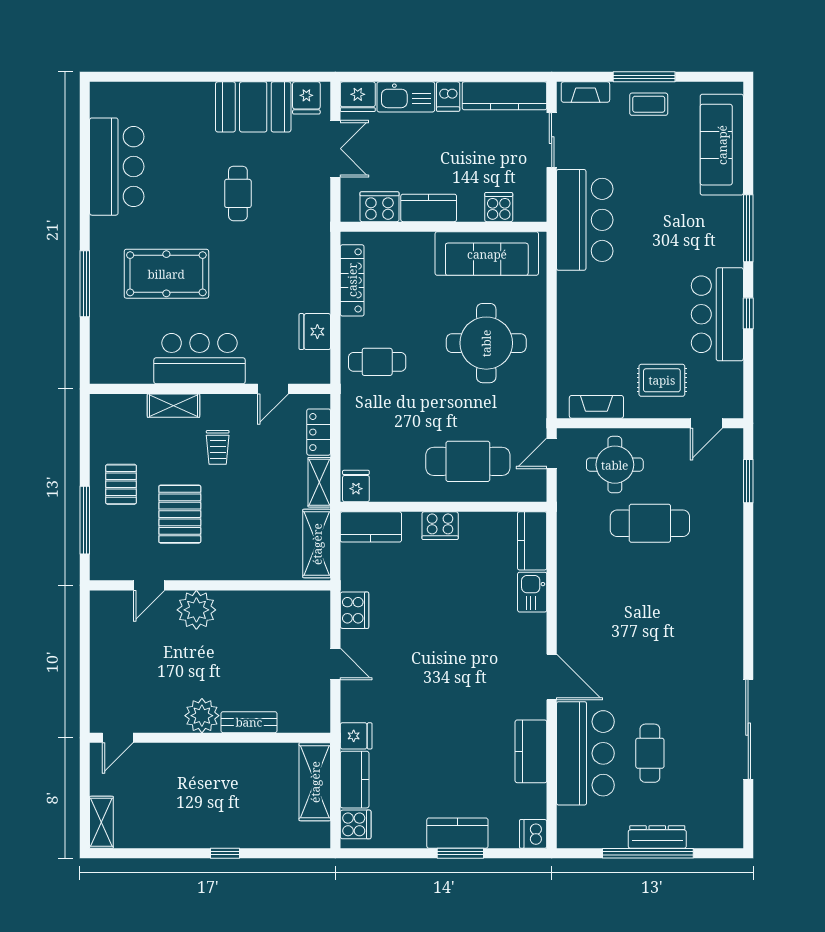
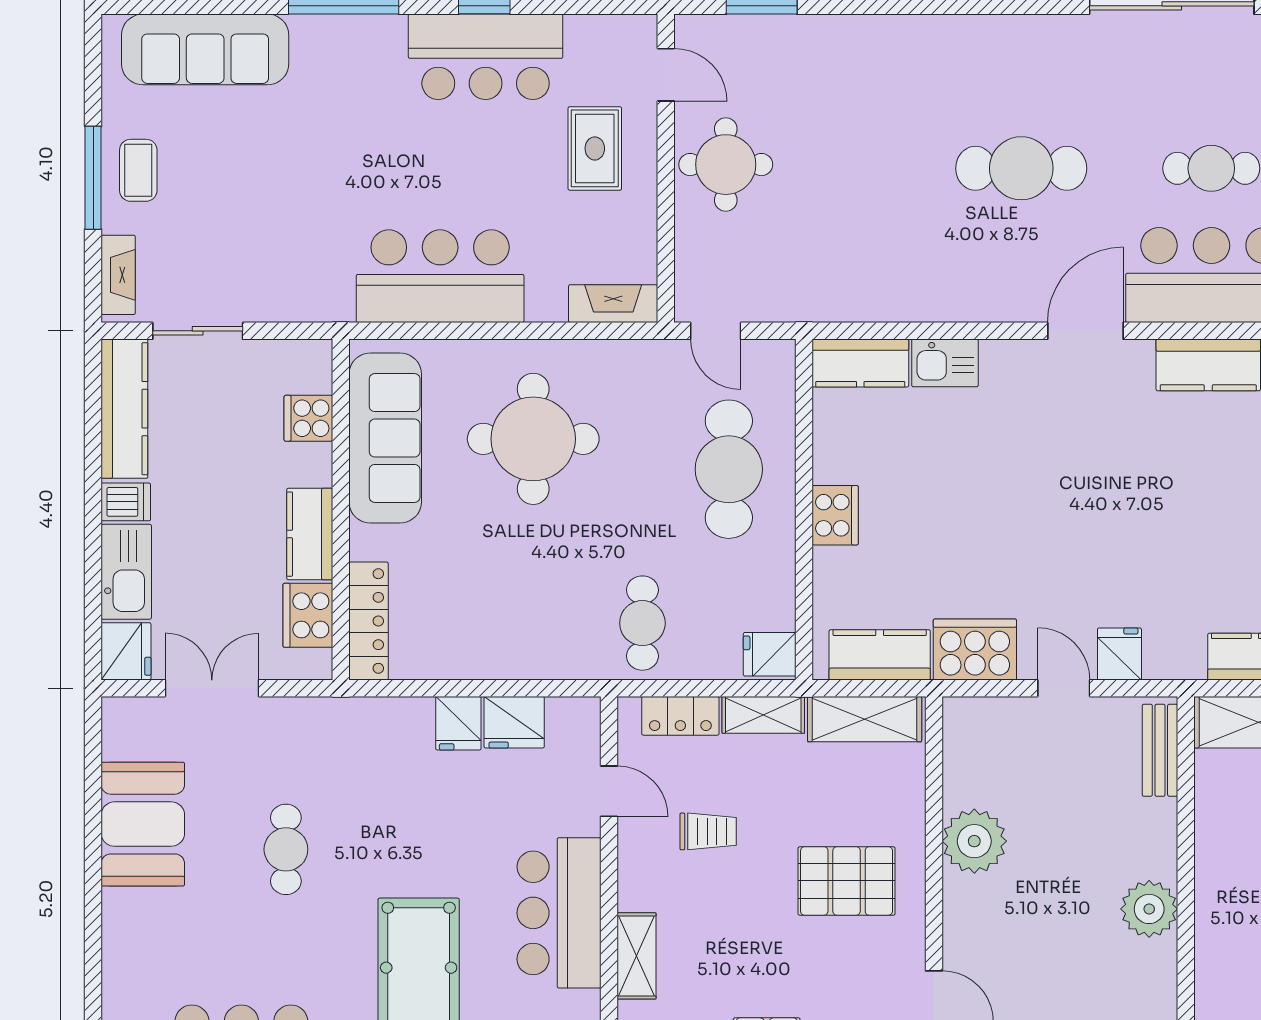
fridge: (306, 98) -> (458, 723), moved, turned 90
cafe table: (238, 193) -> (286, 849), turned 90
bar counter: (585, 220) -> (440, 276), moved
locker: (352, 280) -> (369, 621), moved, turned 90
cafe table: (377, 362) -> (642, 623), moved
fireplace: (596, 407) -> (613, 304), moved, turned 90
trolley: (218, 447) -> (708, 831), moved
round table: (615, 465) -> (726, 165), moved
pallet: (180, 514) -> (847, 881), moved
cafe table: (650, 523) -> (1021, 168), moved, turned 90
kitchen counter: (371, 527) -> (880, 655), moved, turned -90
plant: (196, 610) -> (974, 841), moved
cooker: (354, 610) -> (975, 649), width x1.37, depth x1.31
door: (335, 664) -> (1064, 688), hinge flipped
bench: (249, 722) -> (1160, 750), moved
fridge: (356, 736) -> (1119, 654), moved

